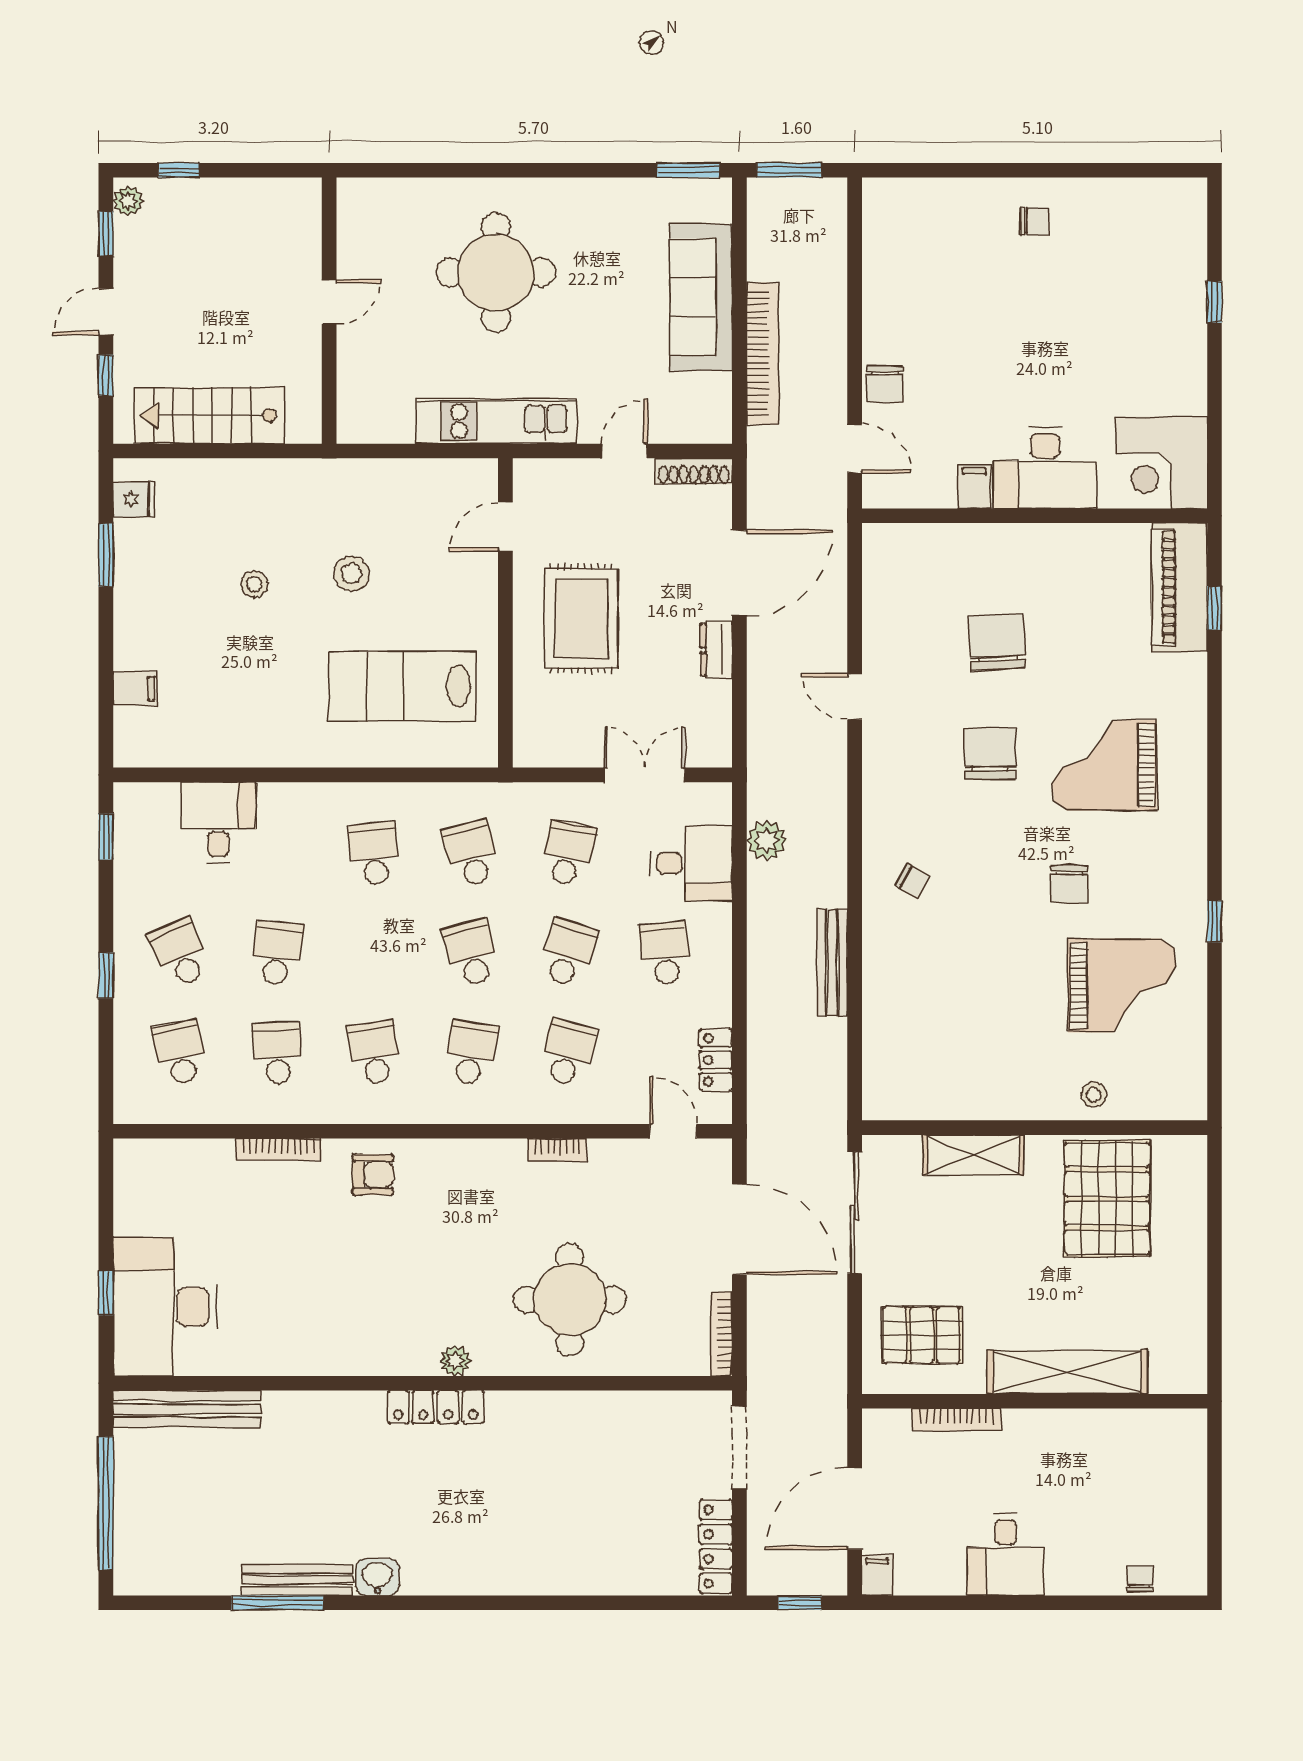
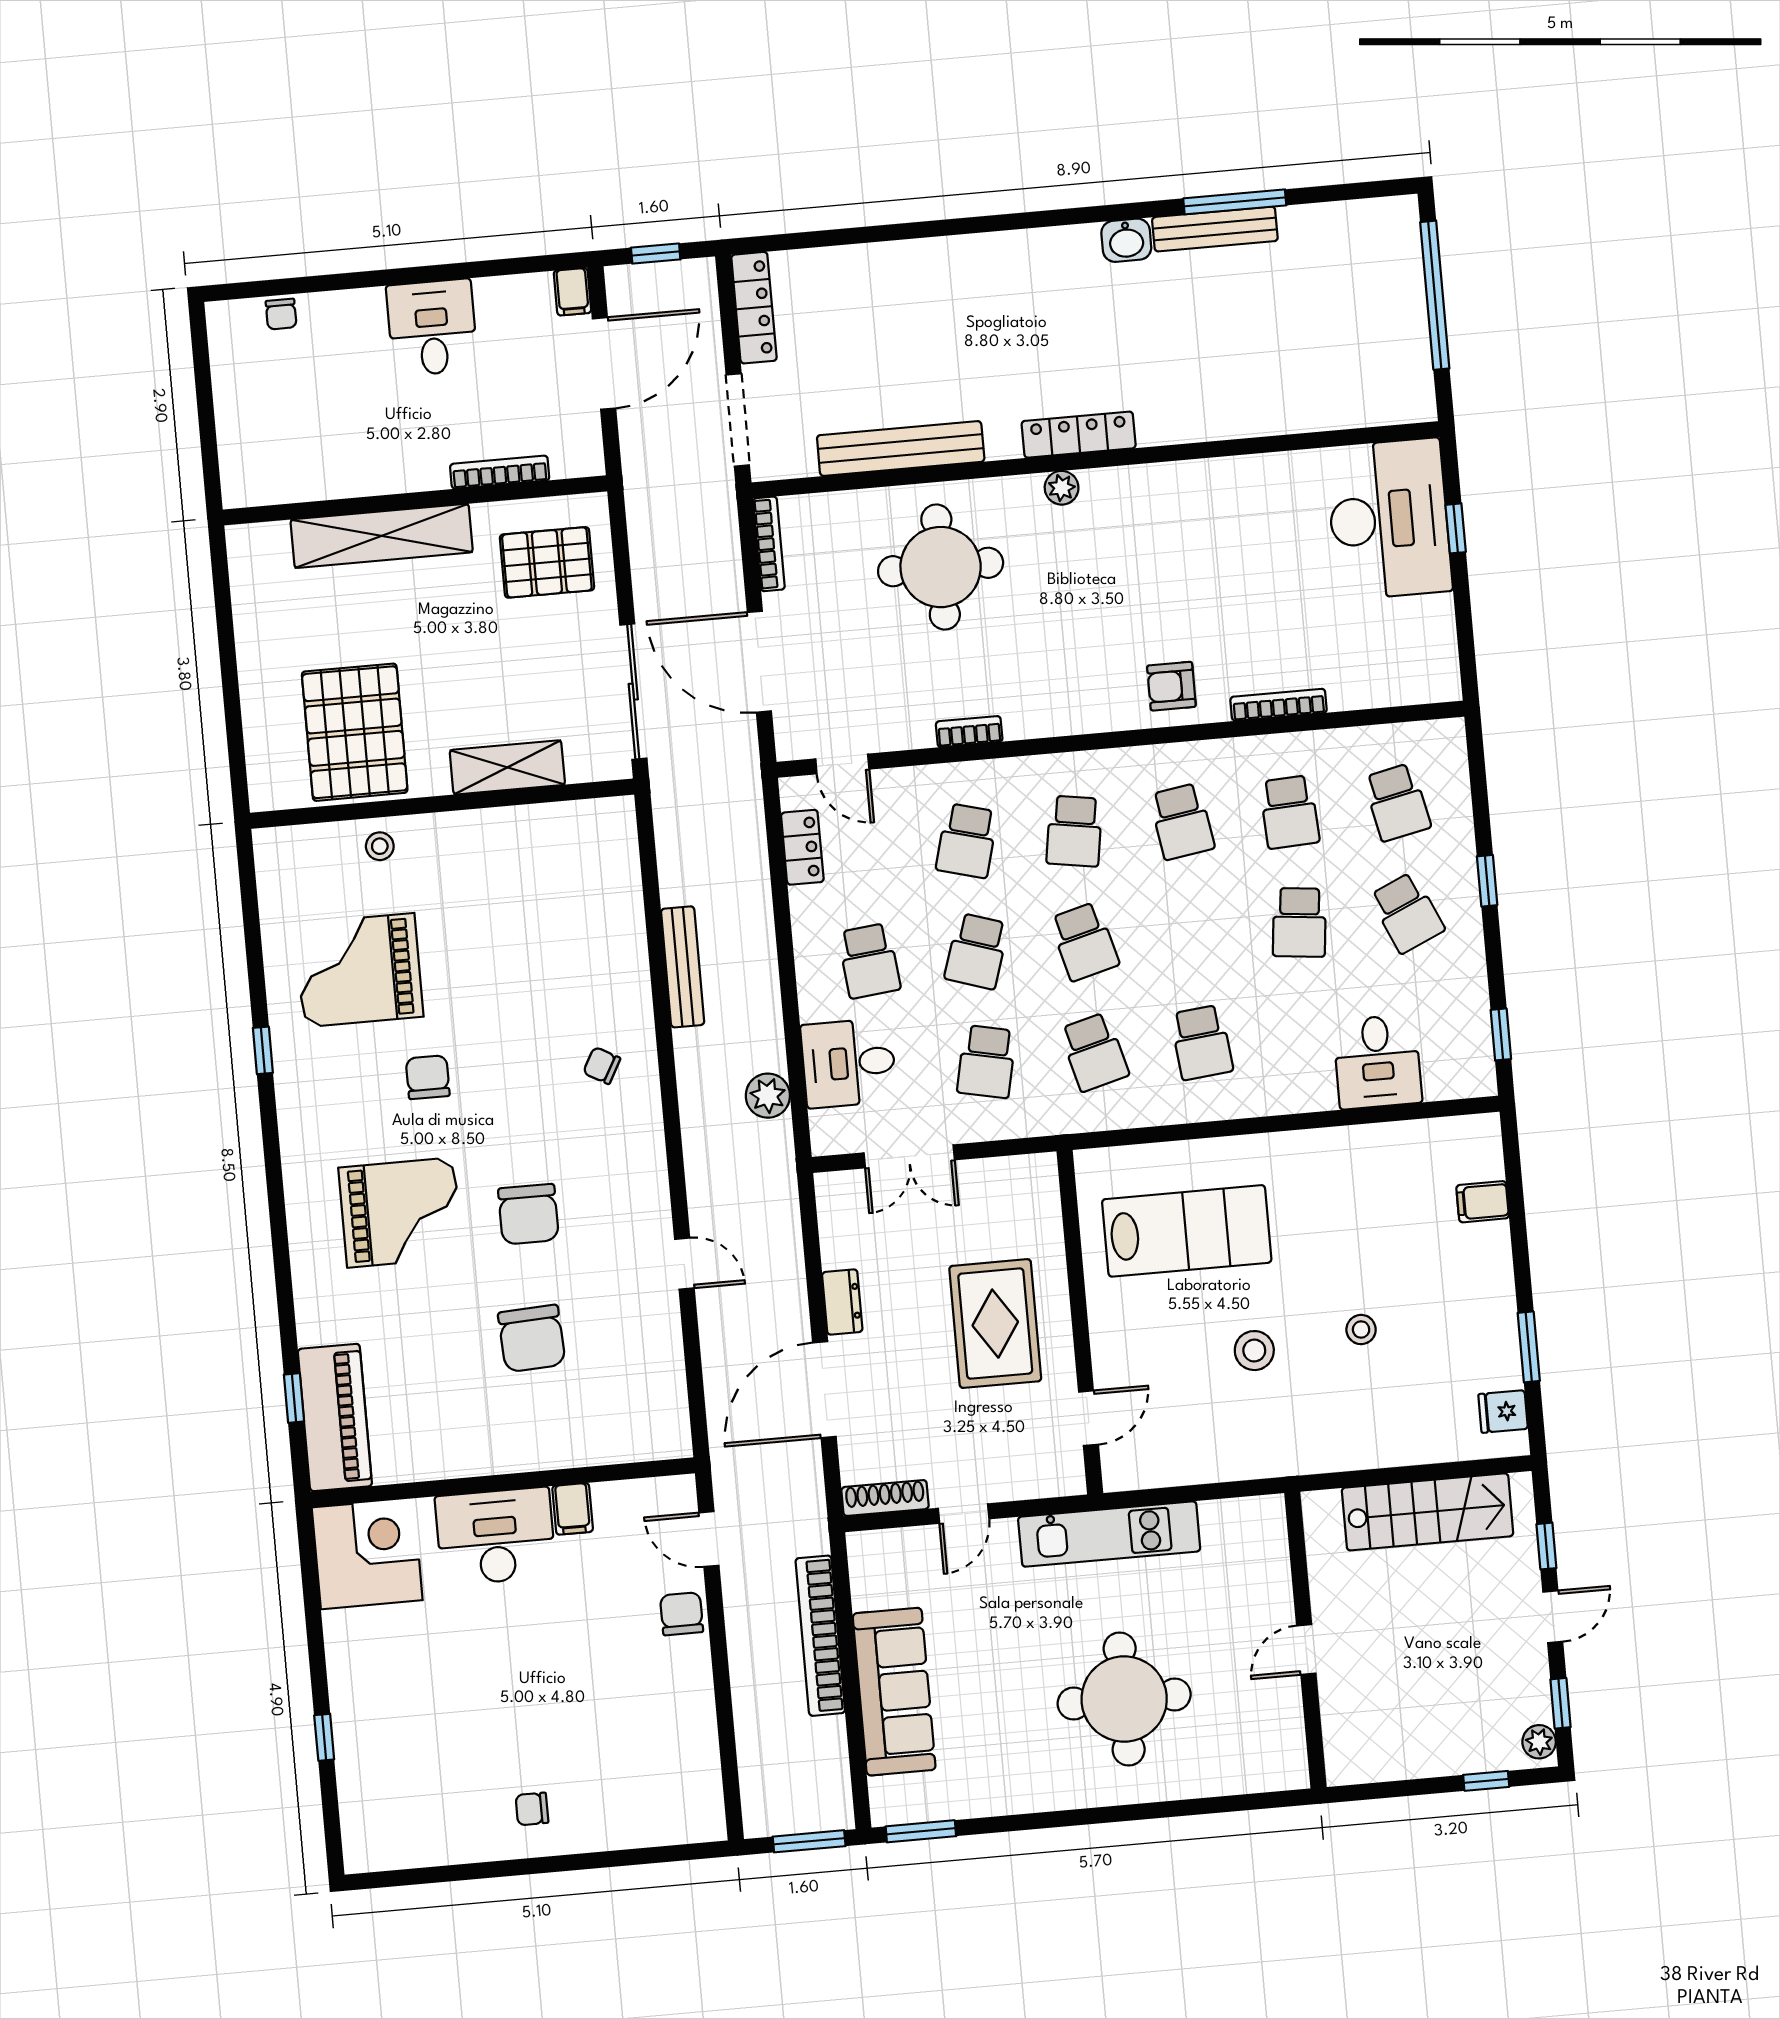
bench: (187, 1409) -> (901, 448), moved

